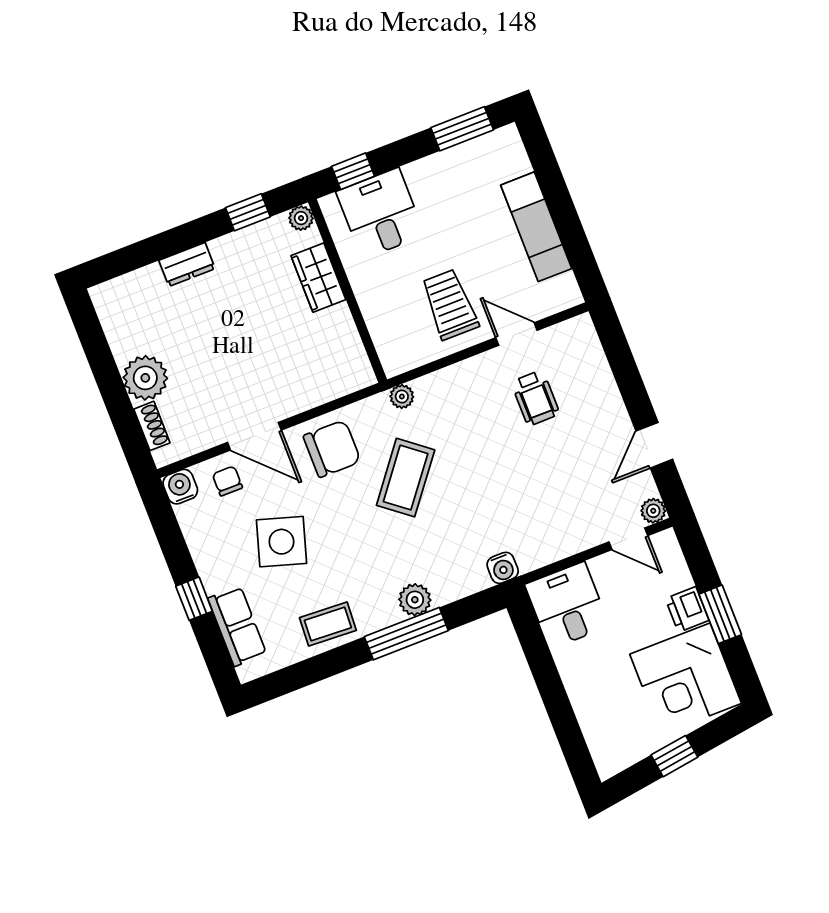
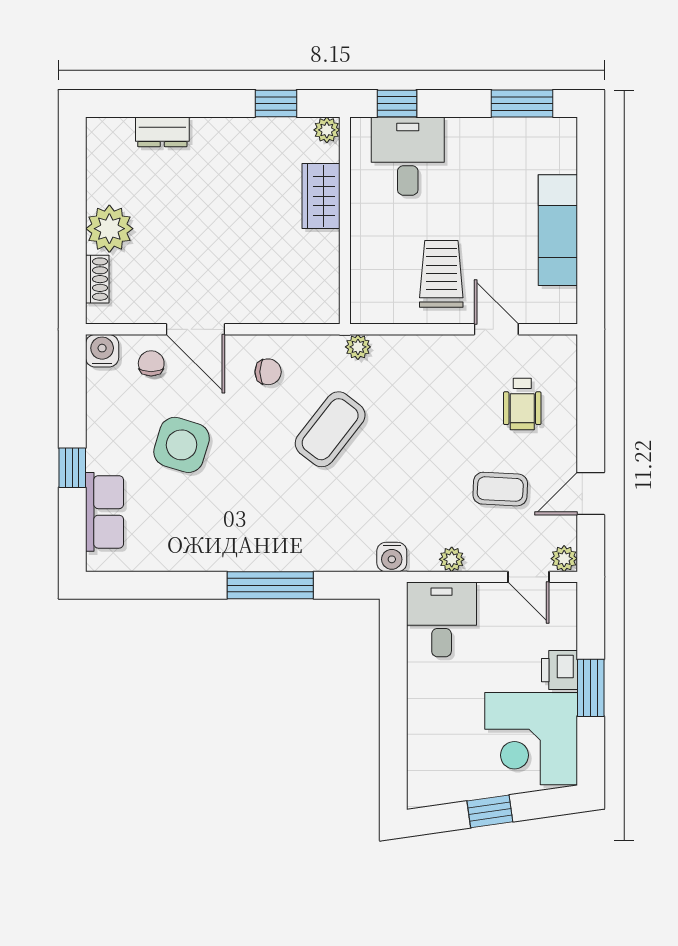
dresser: (187, 264) -> (162, 132), moved
wheelchair: (535, 398) -> (522, 404), moved
chair: (332, 449) -> (268, 372), width x0.54, depth x0.54
plant: (415, 600) -> (452, 559), moved, width x0.73, depth x0.73
coffee table: (328, 624) -> (500, 489), moved

